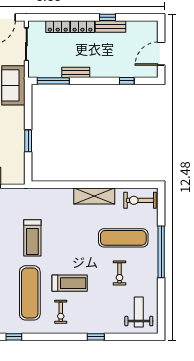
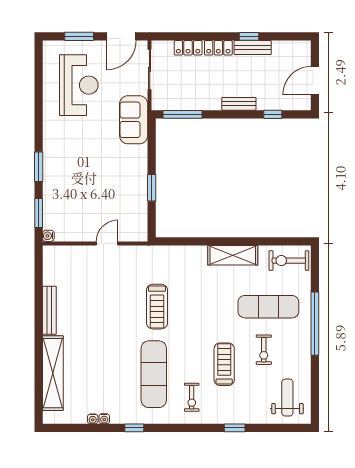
bench: (76, 72) -> (239, 104), moved
treadmill: (70, 283) -> (224, 364), moved, turned -90

